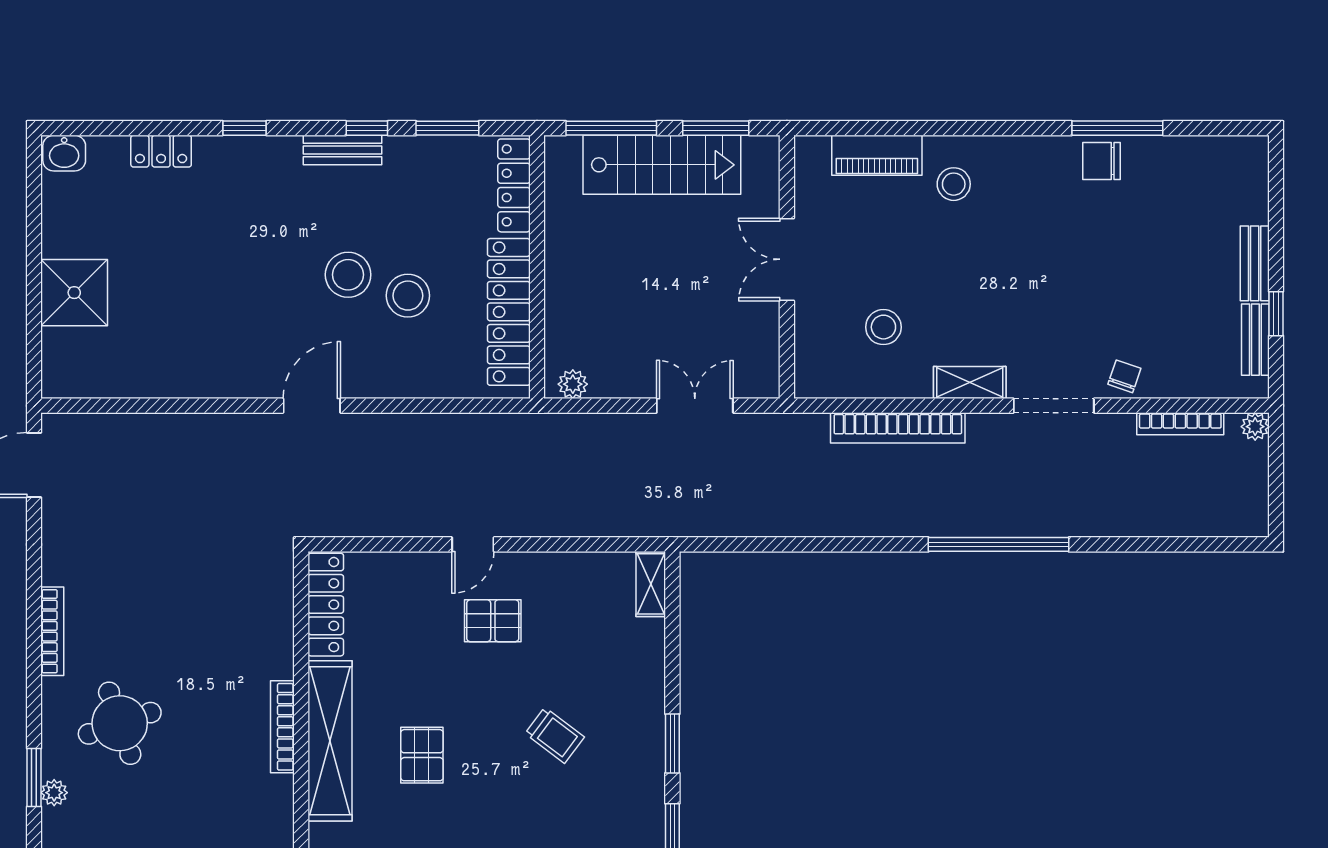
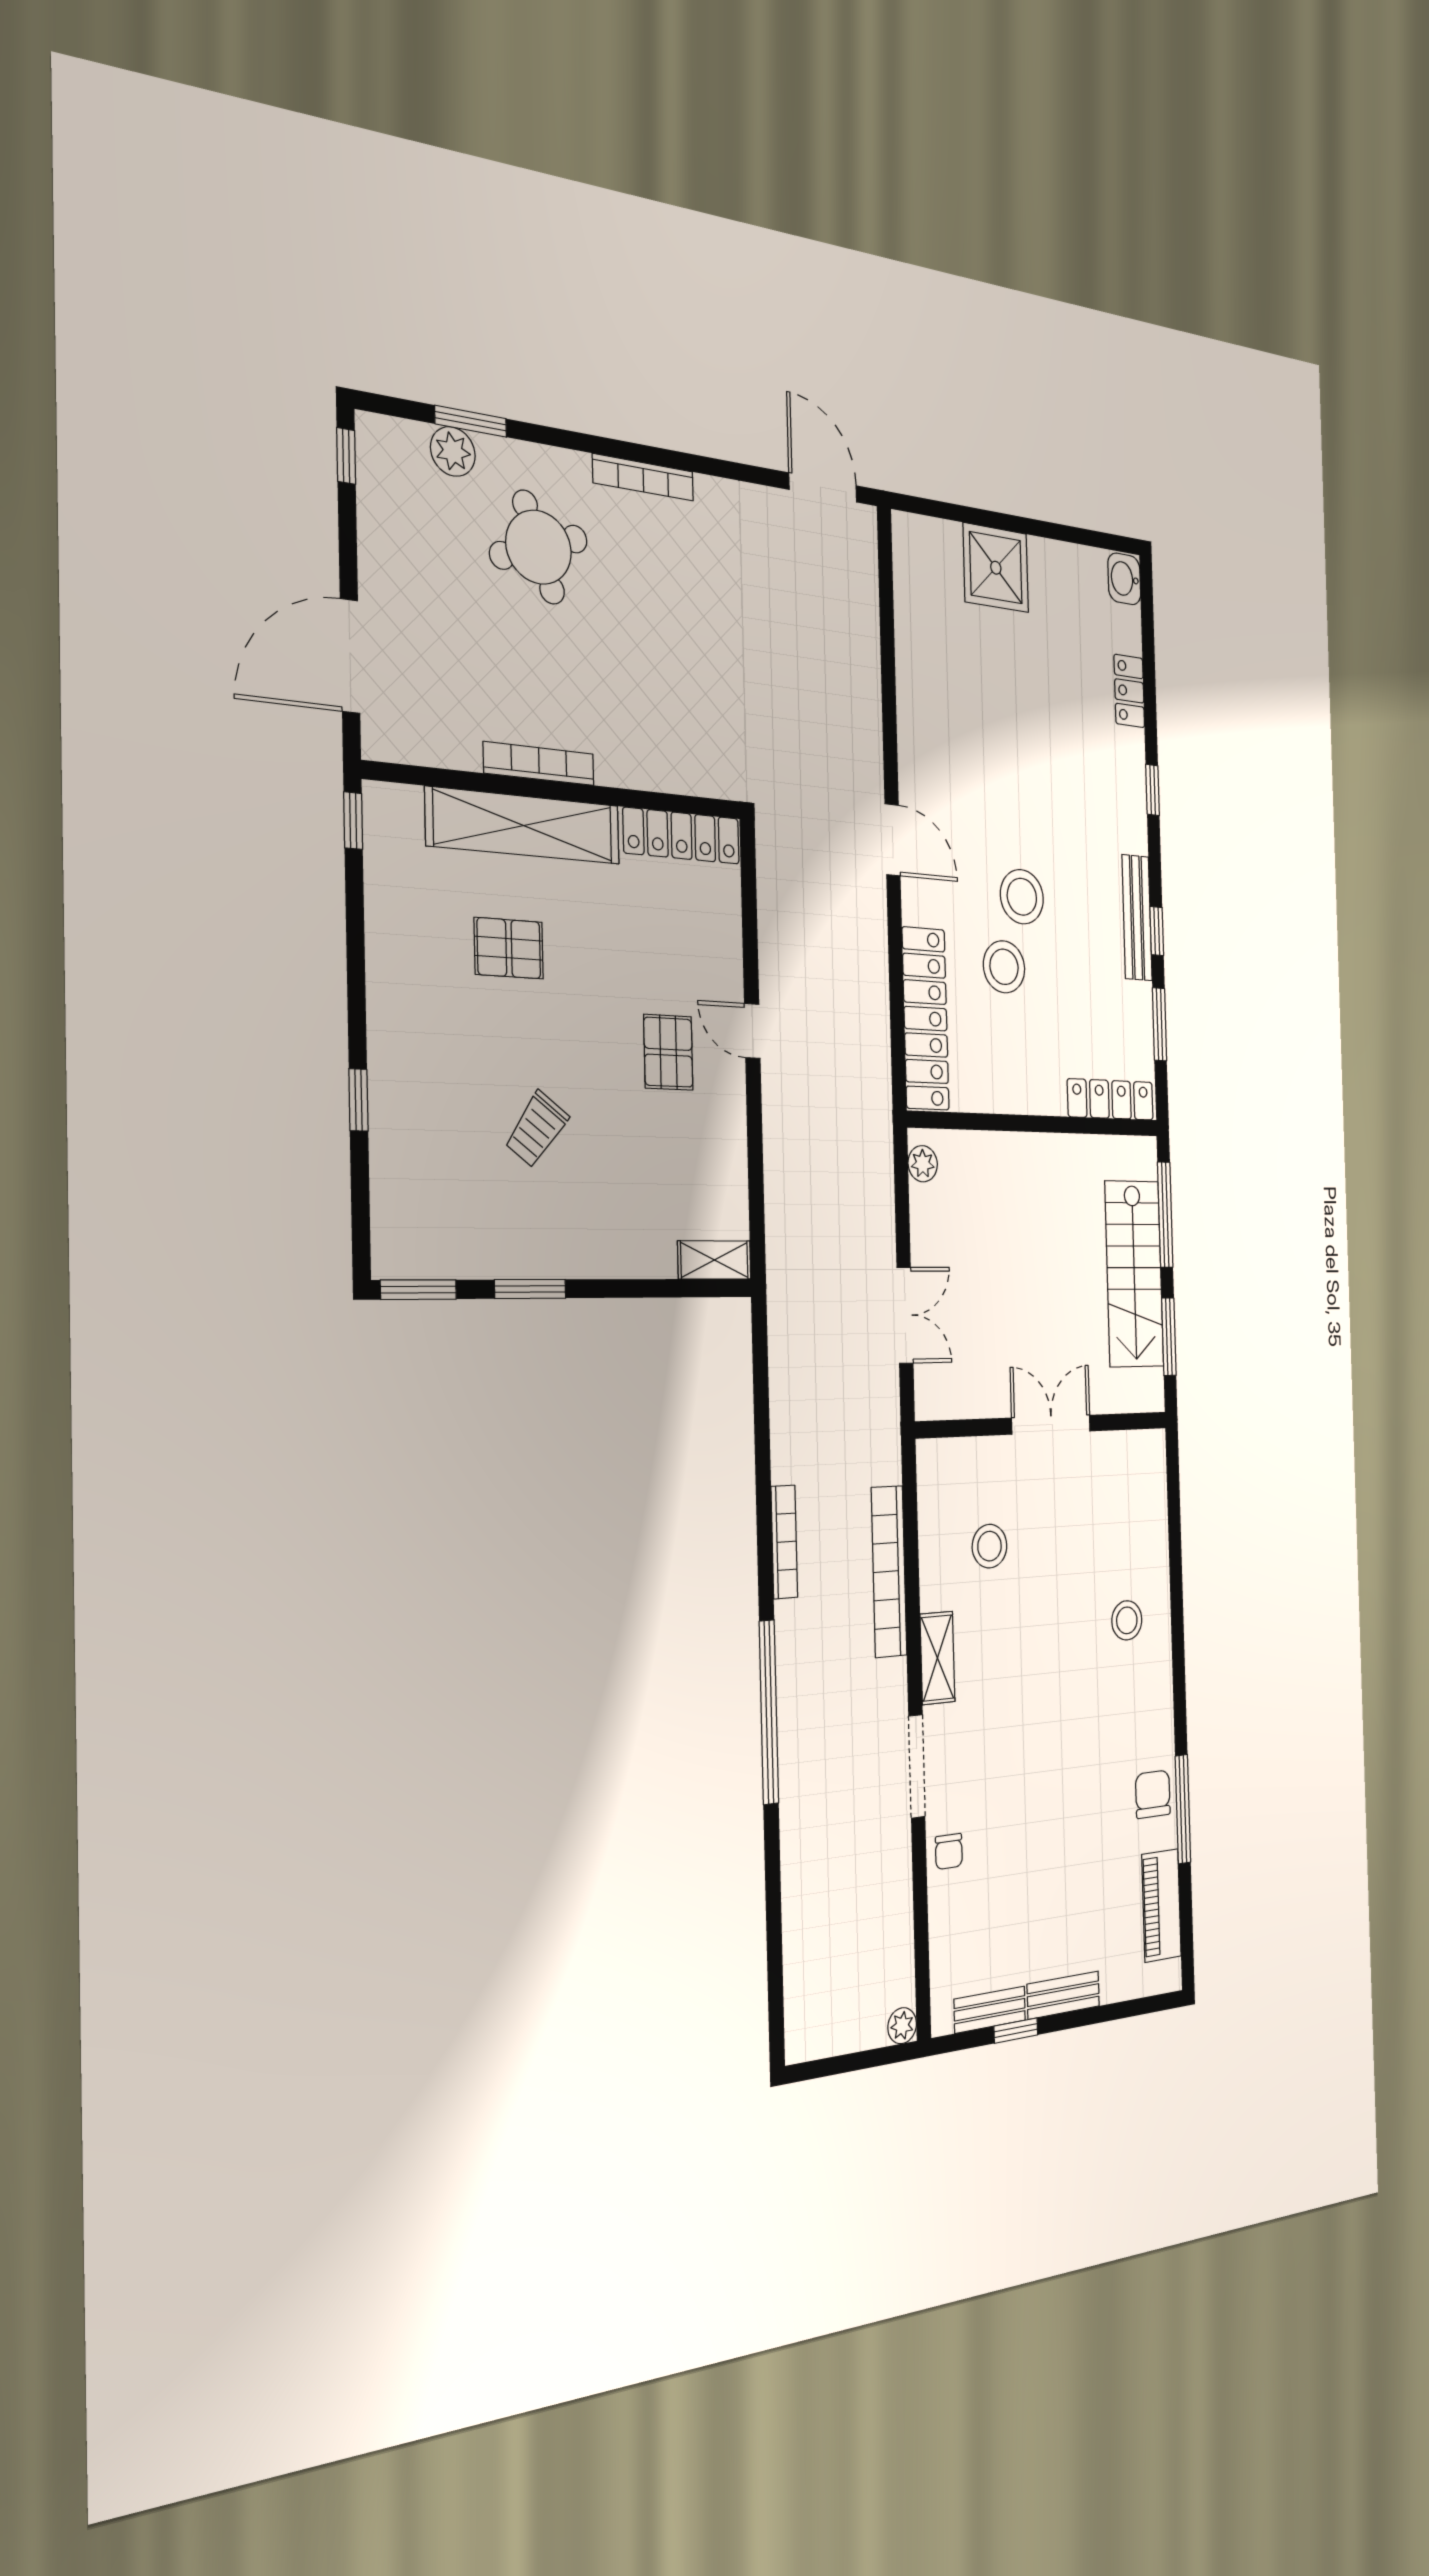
bench: (343, 150) -> (1137, 918), width x1.36
piano: (877, 155) -> (1161, 1905), moved
locker: (509, 312) -> (925, 1019), moved, turned 90
chair: (1124, 376) -> (949, 1851), turned 71
bookcase: (1180, 424) -> (784, 1542), moved, turned 180
plant: (54, 793) -> (453, 451), width x1.38, depth x1.38

